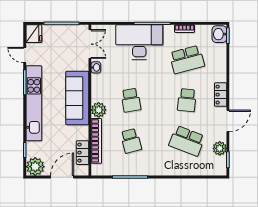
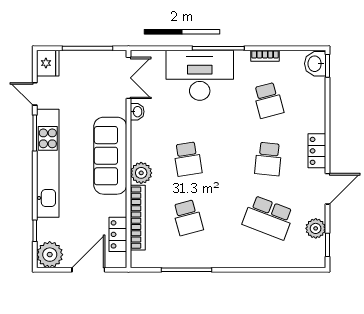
school desk: (187, 60) -> (268, 100), width x0.54

